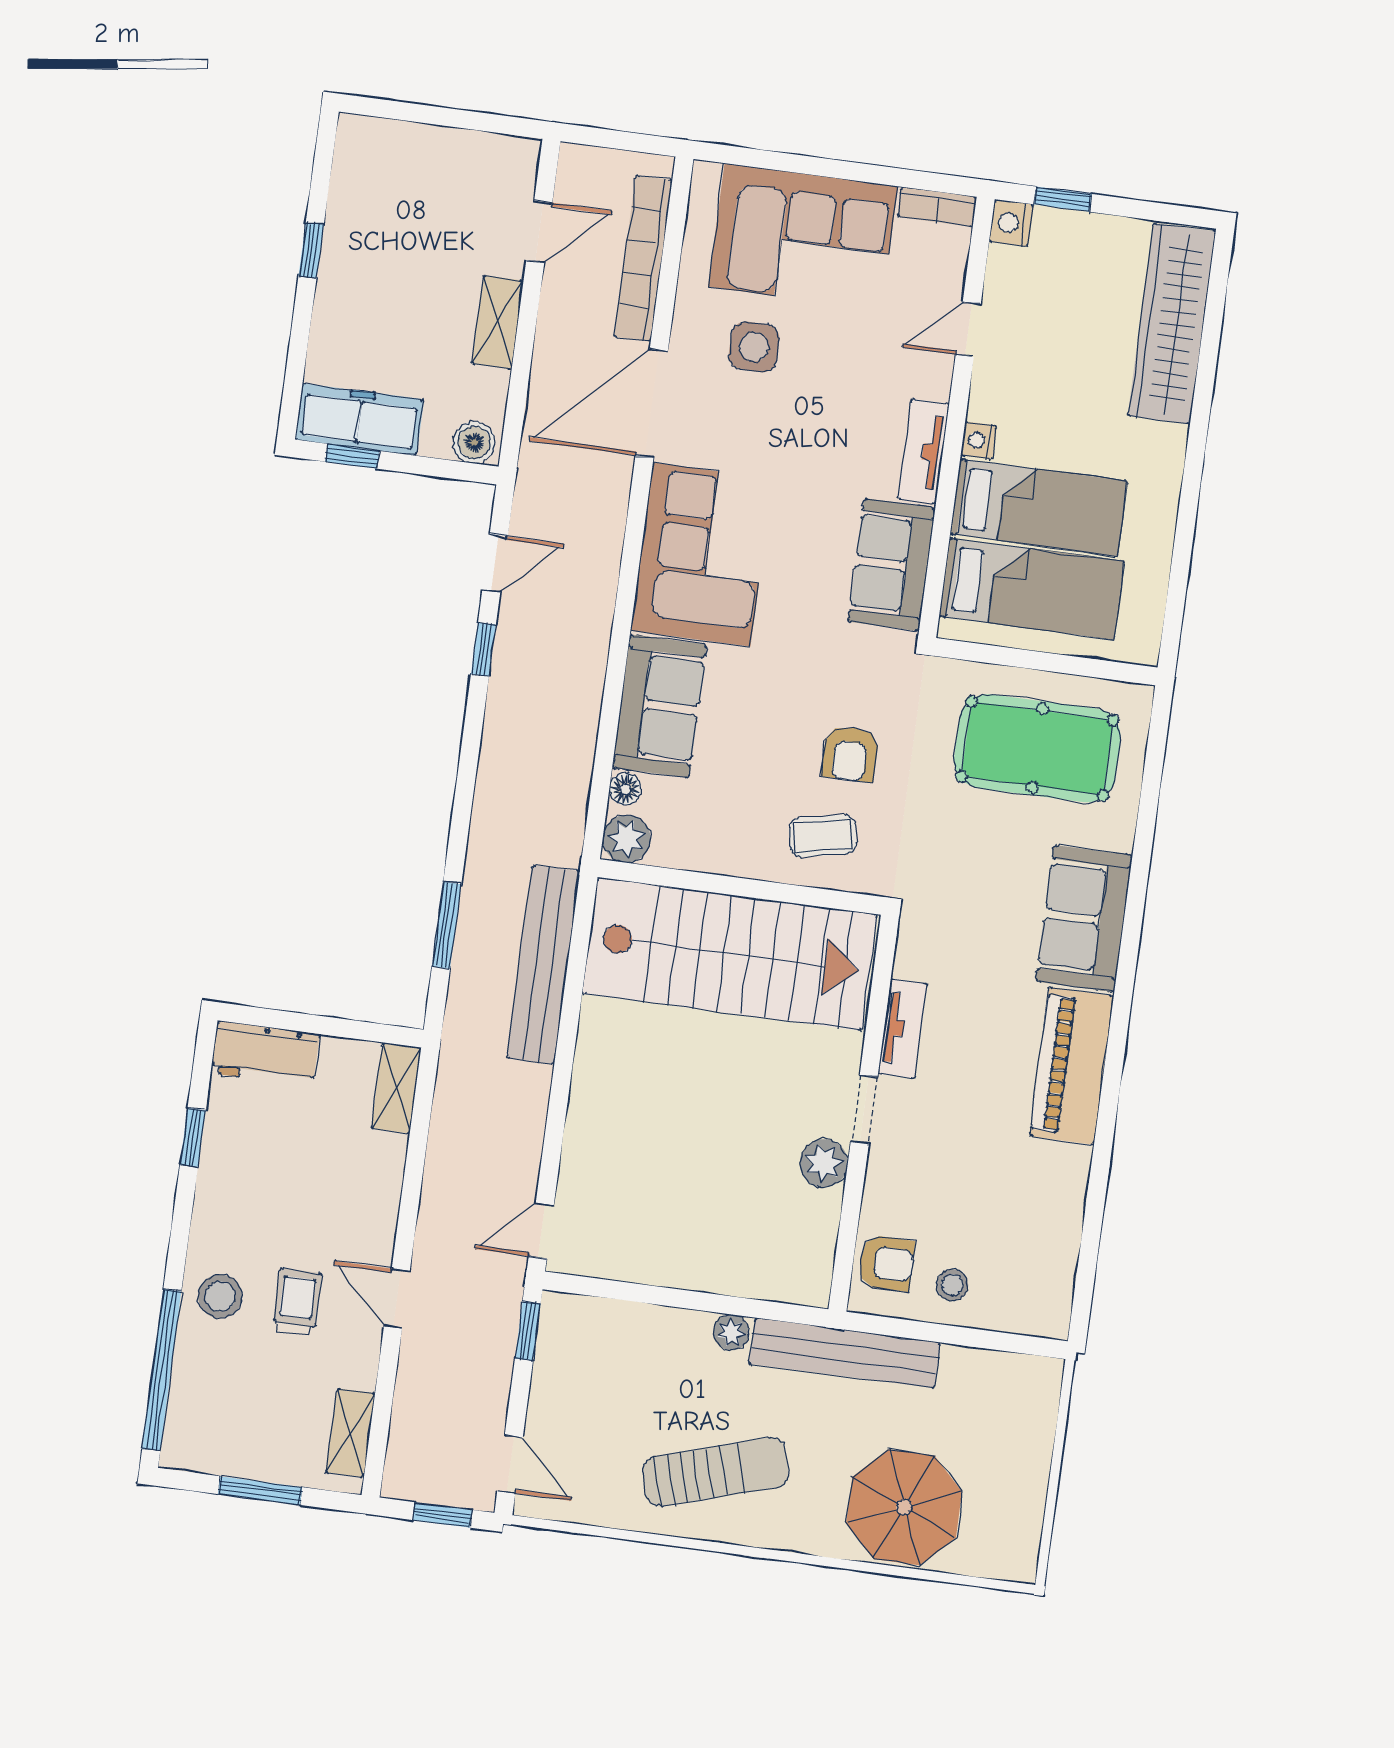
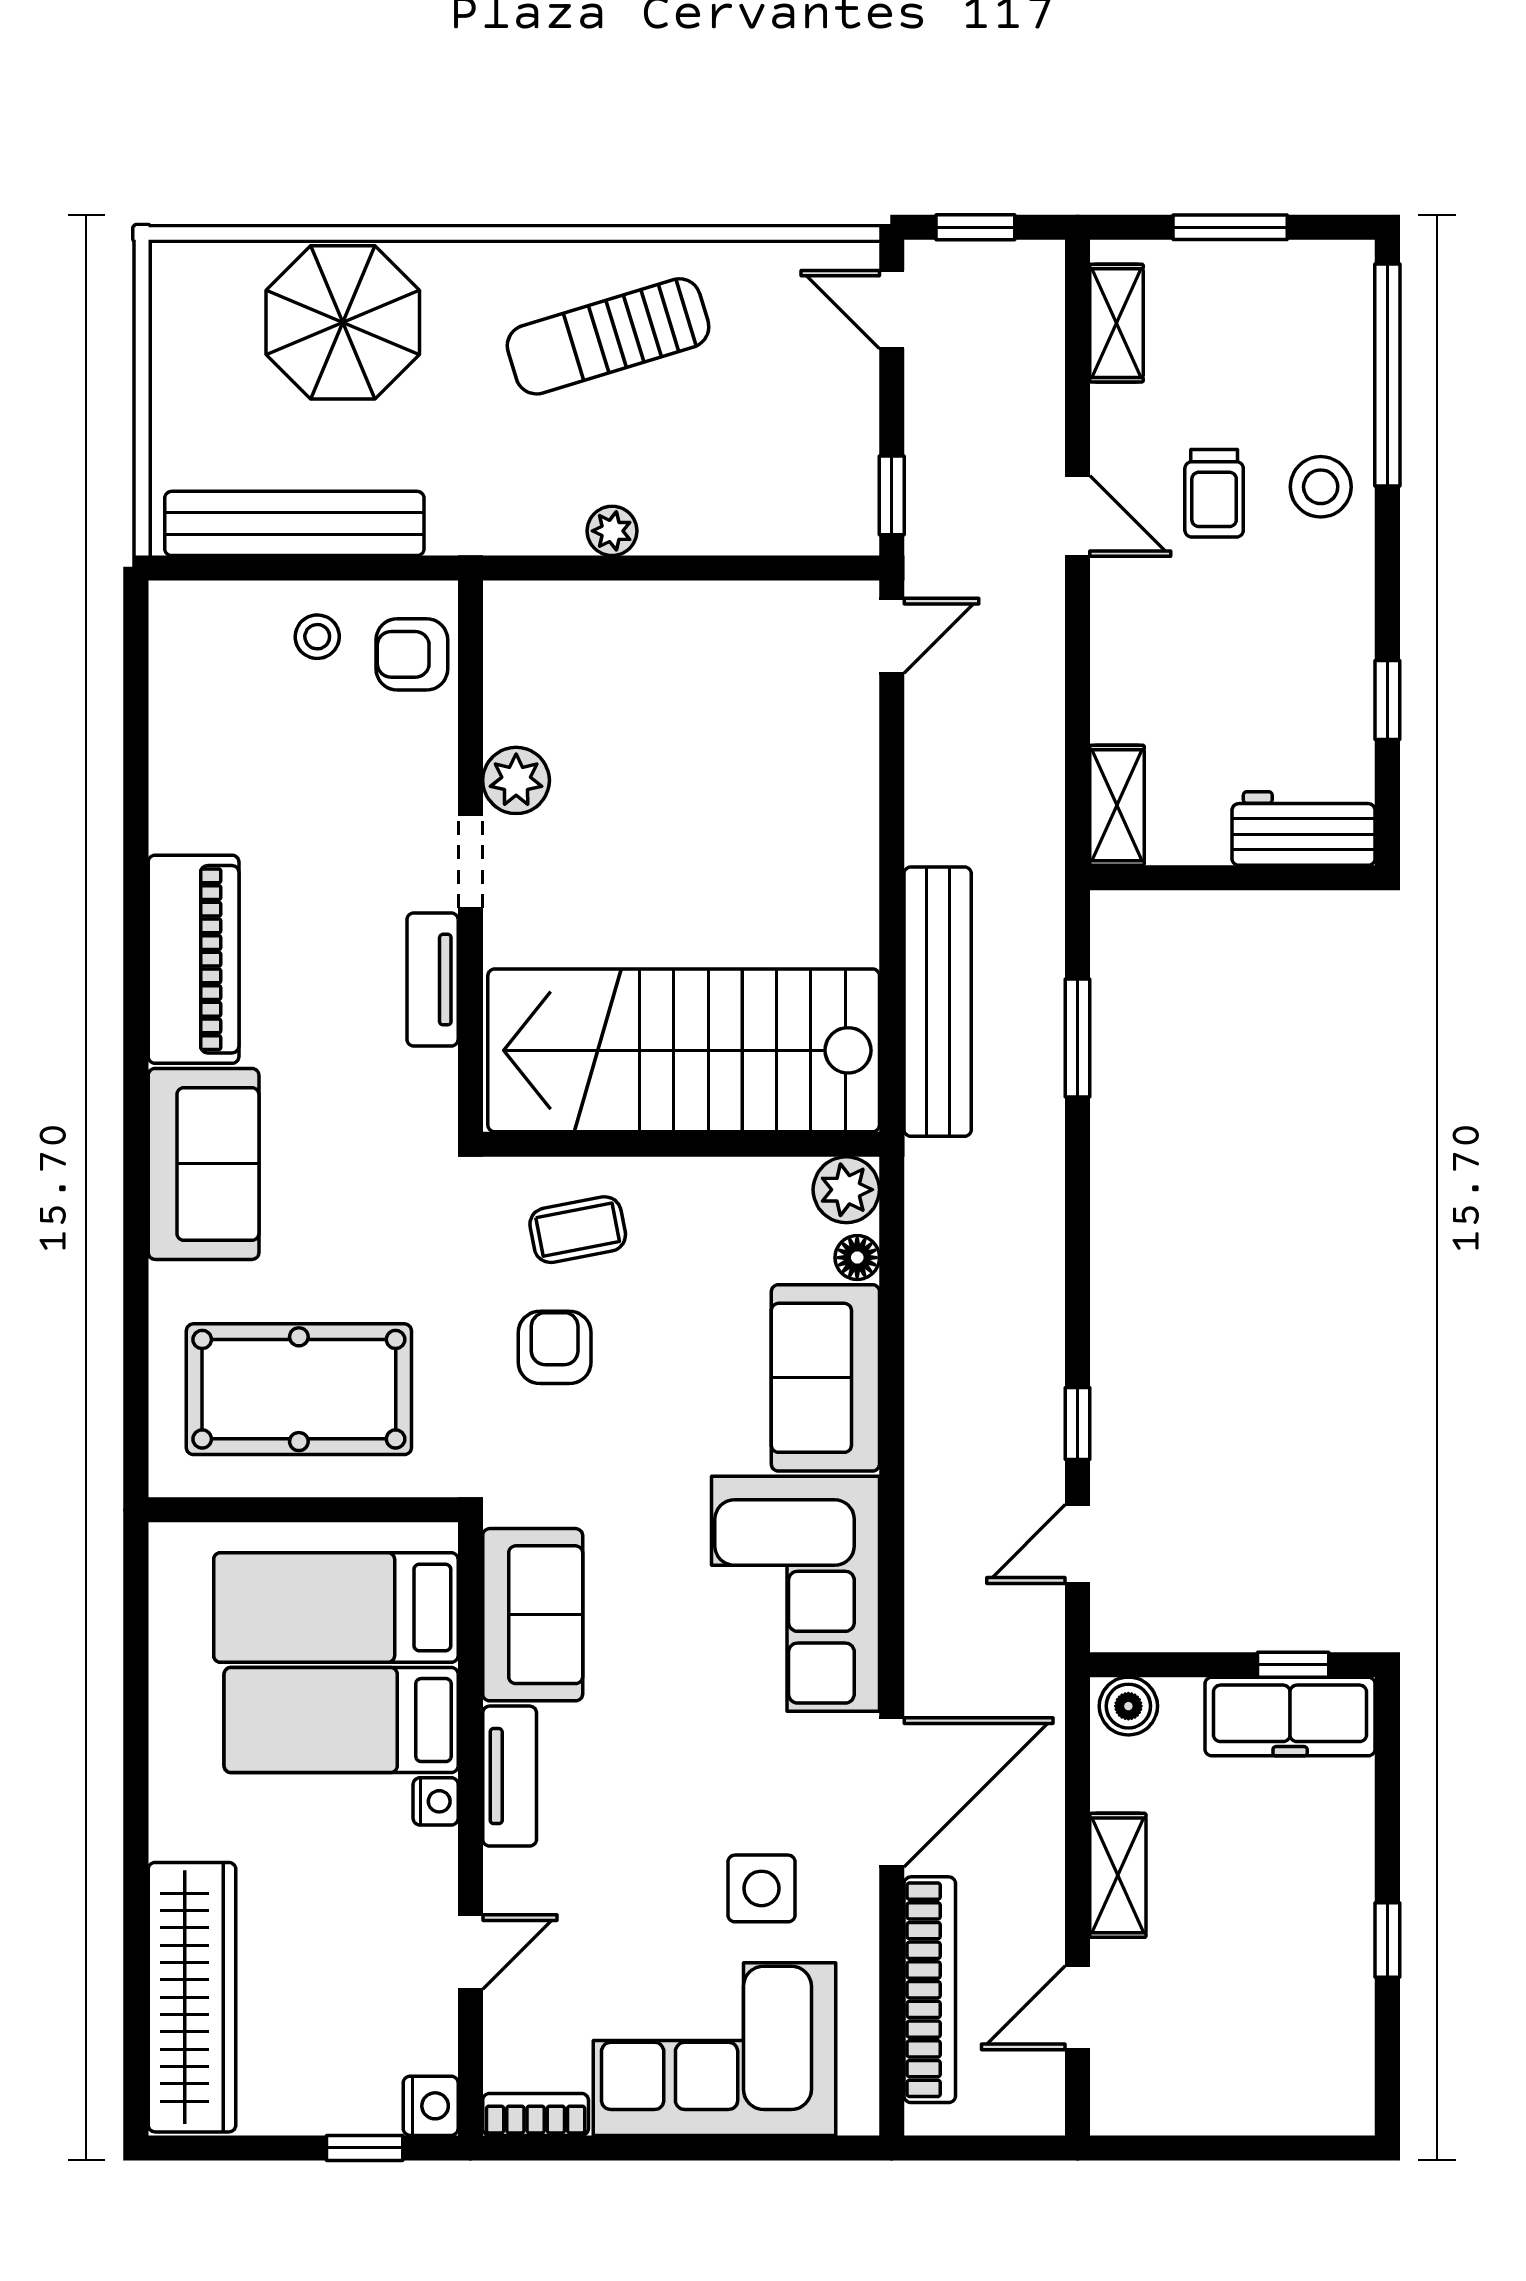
bench: (845, 1353) -> (294, 523), moved

